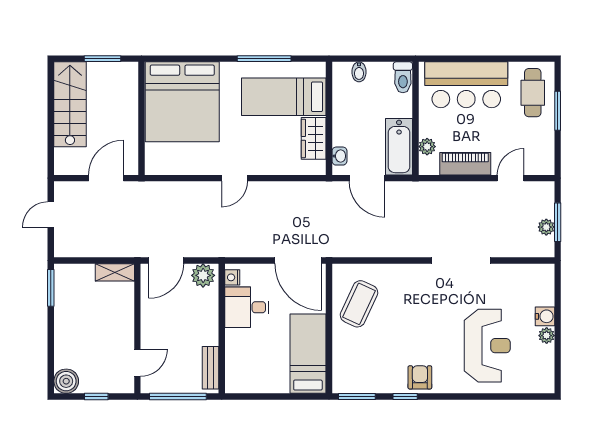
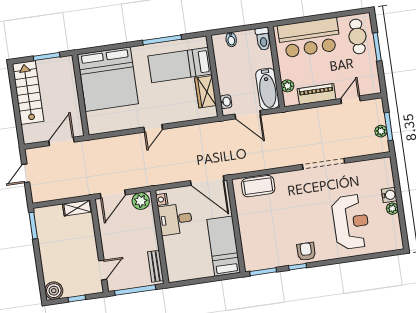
coffee table: (359, 304) -> (258, 186), moved, turned 65

